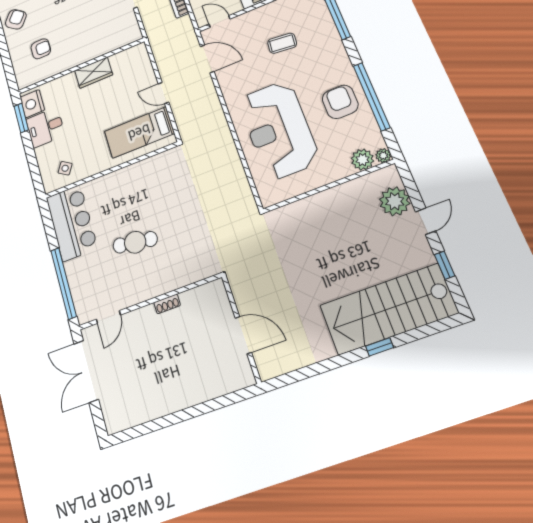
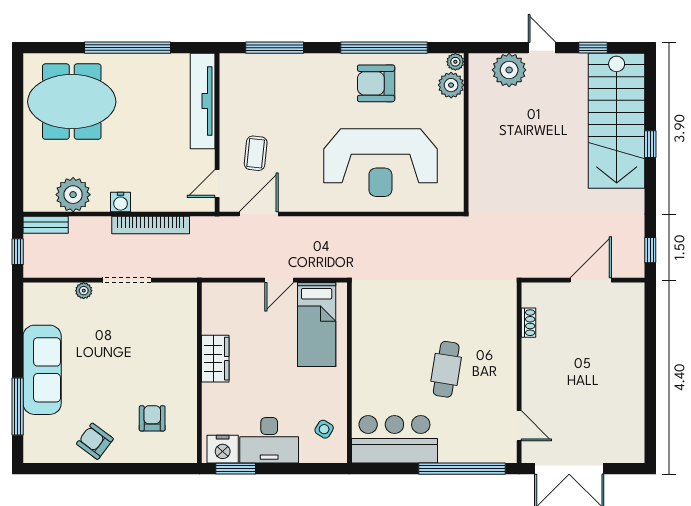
coffee table: (282, 43) -> (256, 153), moved
desk: (45, 127) -> (269, 440), width x1.37
shoe rack: (167, 304) -> (528, 323), moved
window: (287, 379) -> (650, 250), added

